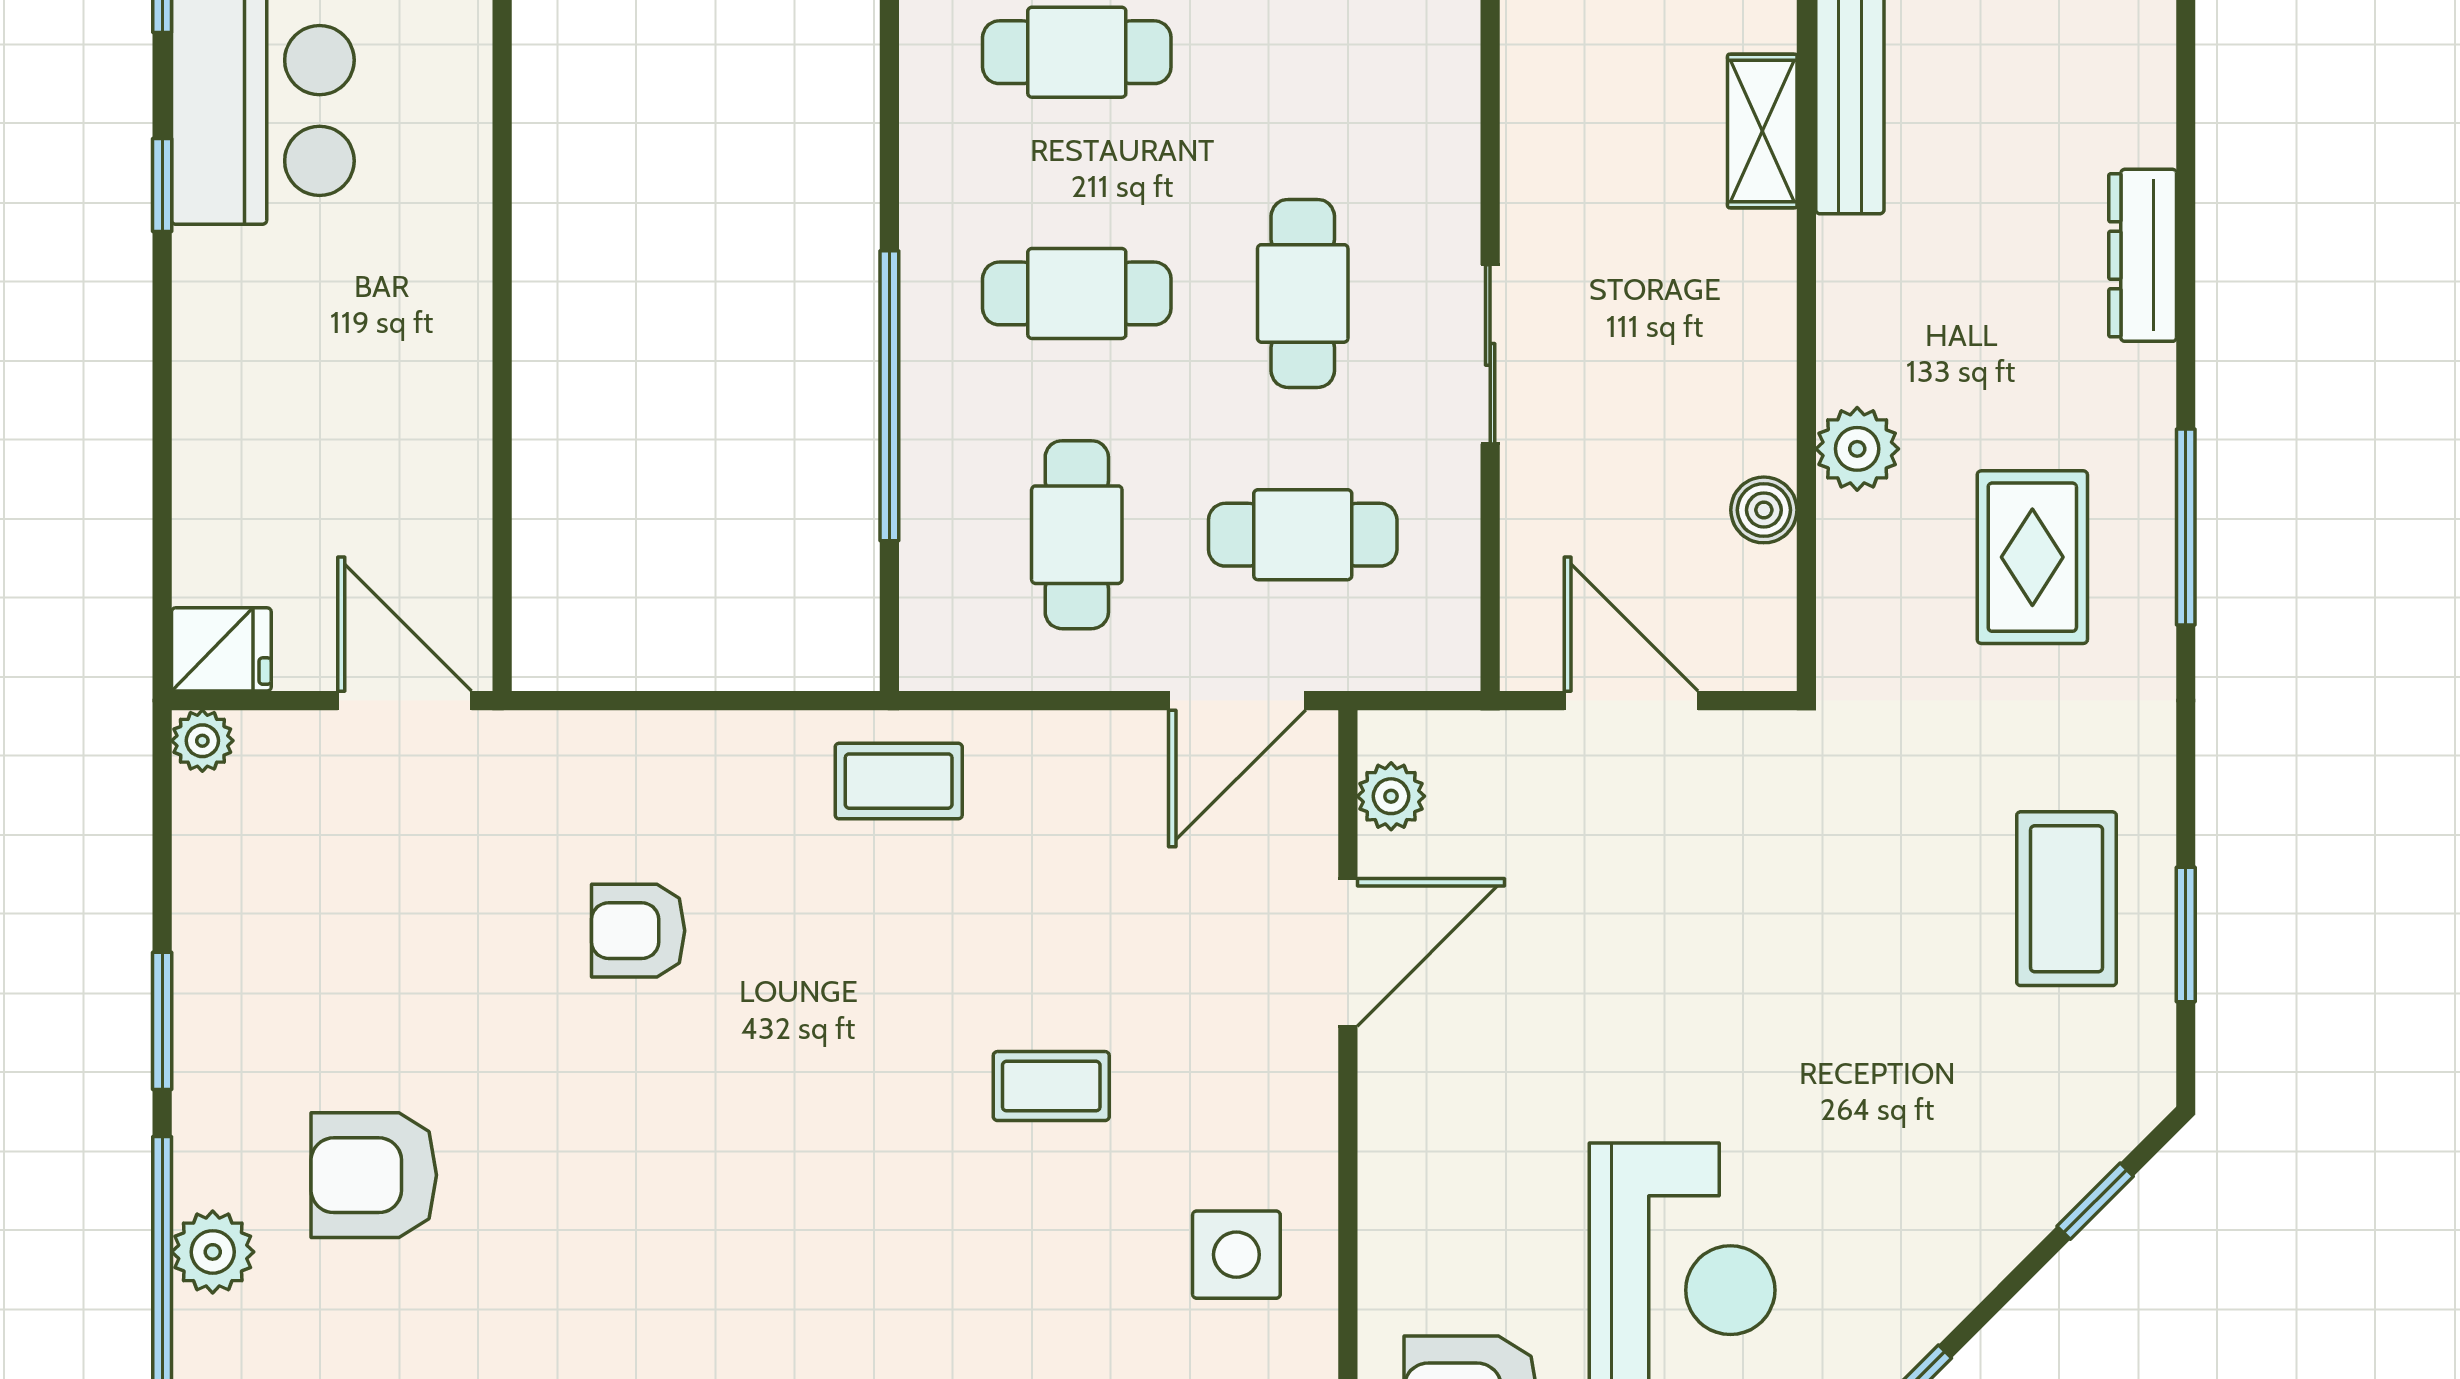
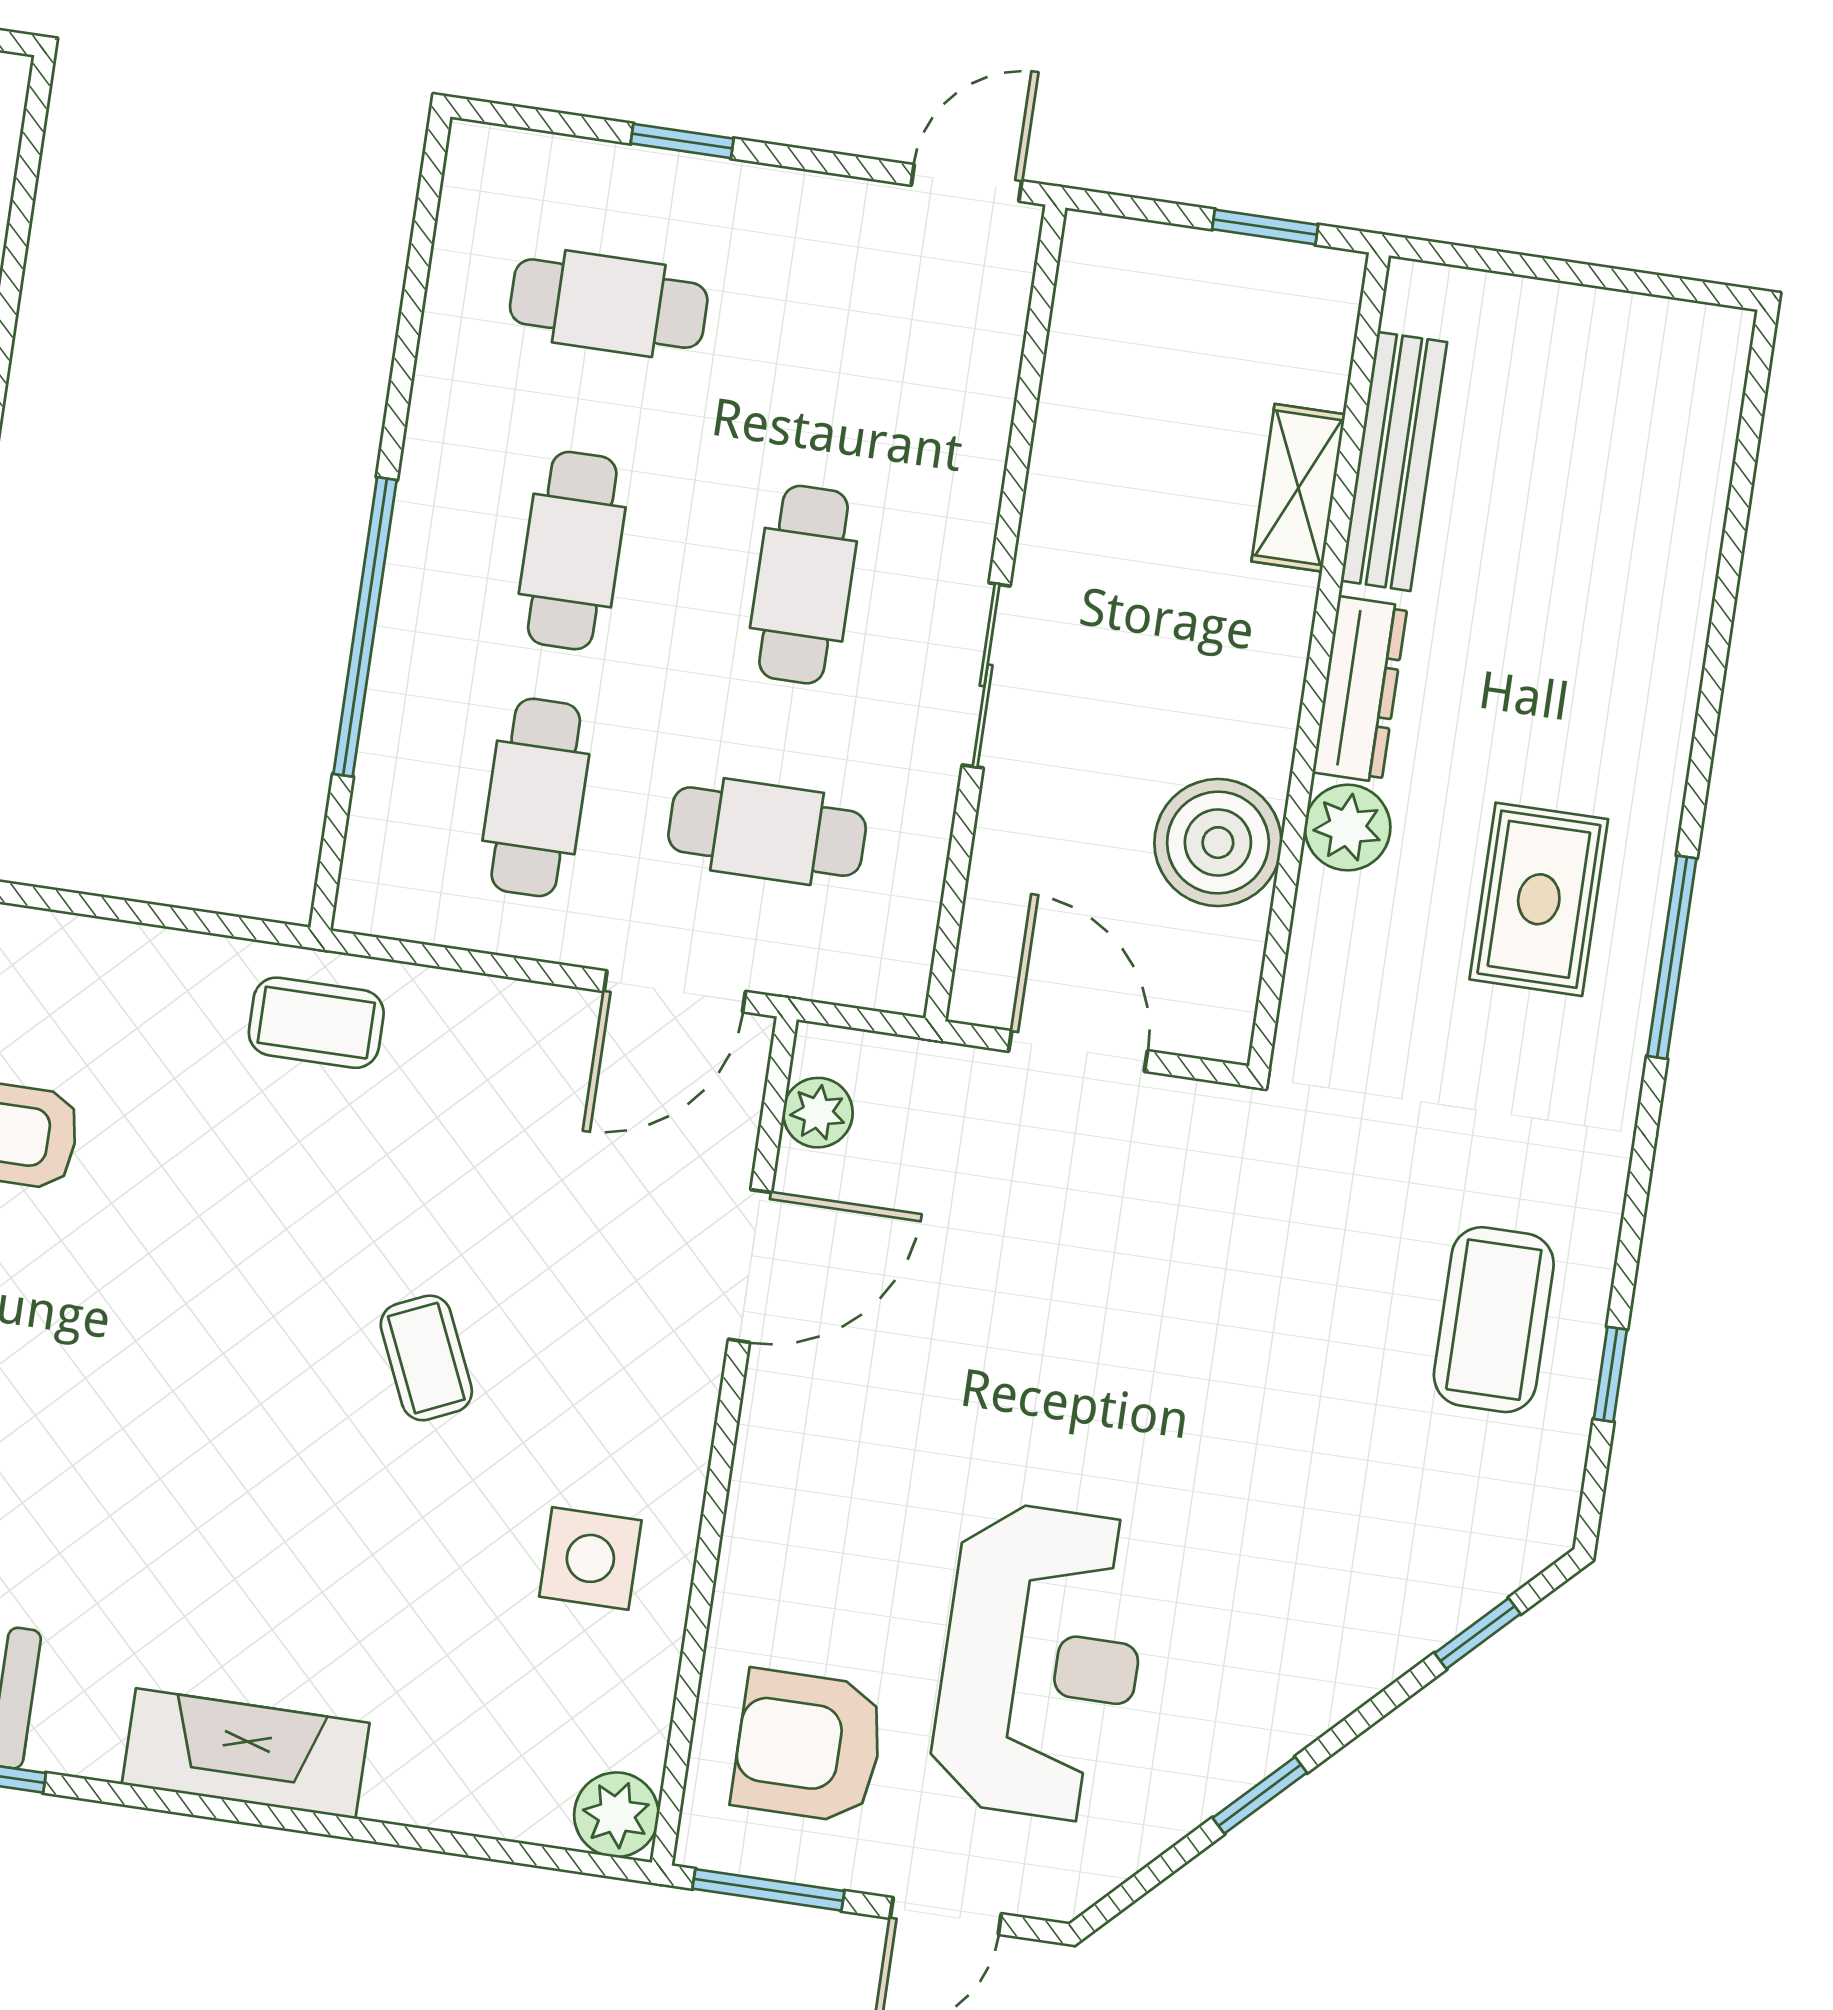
dresser: (2143, 255) -> (1360, 689), moved, turned 180
cafe table: (1077, 293) -> (572, 551), turned 90
boiler: (1764, 510) -> (1218, 843), width x1.86, depth x1.86
rug: (2032, 557) -> (1539, 899), moved
window: (2186, 935) -> (1610, 1374), width x0.67
coffee table: (1051, 1086) -> (426, 1358), turned 66

